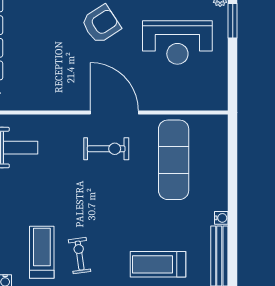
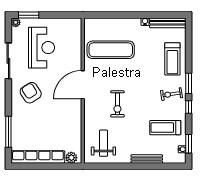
exercise bike: (106, 149) -> (117, 104), moved, turned 180
exercise bike: (80, 256) -> (171, 94), moved

